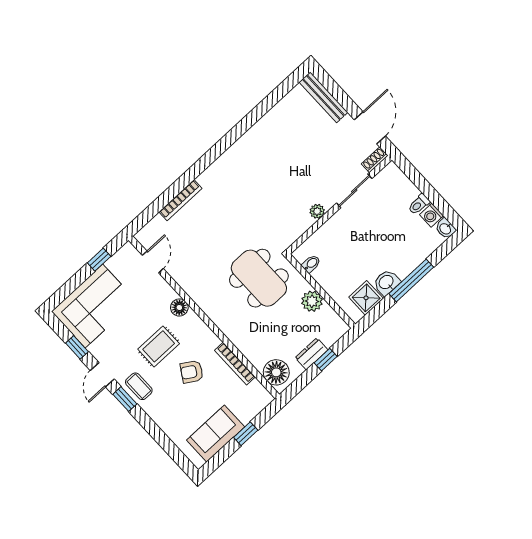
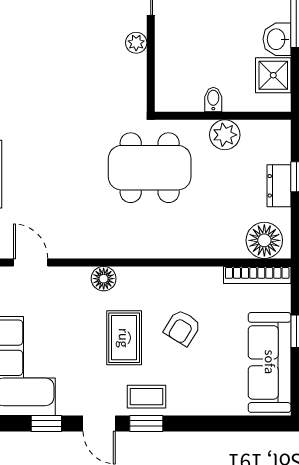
bidet: (311, 264) -> (213, 99), moved
bookcase: (235, 364) -> (257, 275), moved
sofa: (216, 434) -> (270, 362), width x1.36

